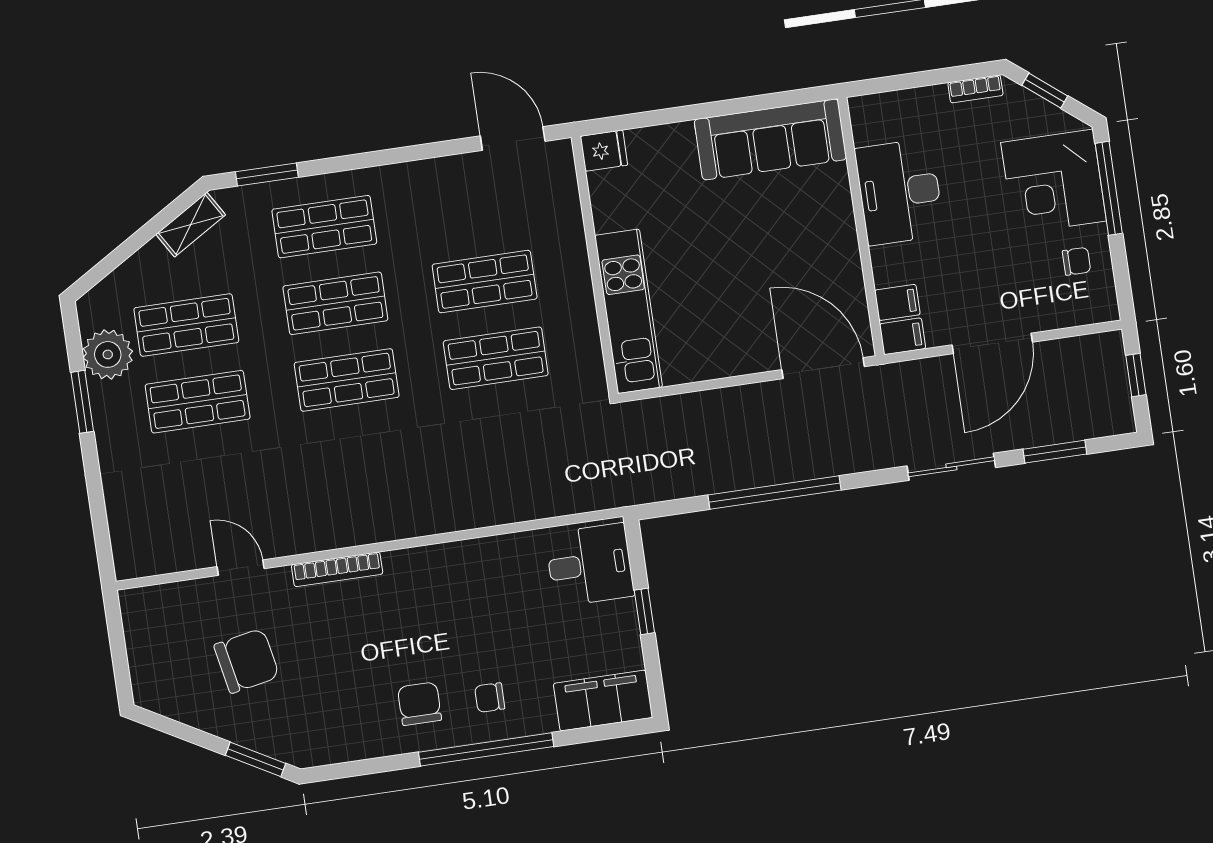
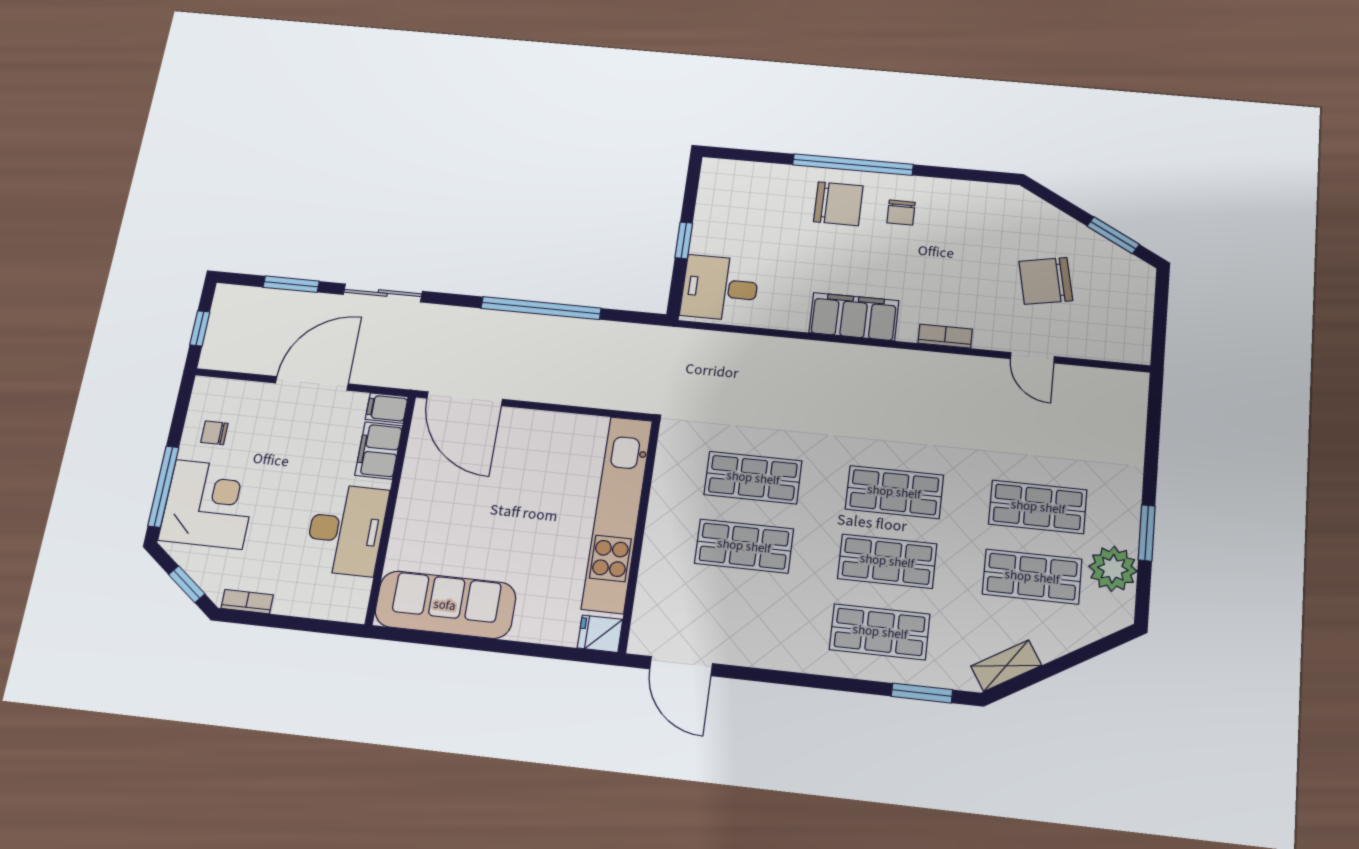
filing cabinet: (897, 302) -> (379, 450), width x2.00
kitchen unit: (629, 311) -> (617, 514), width x1.36
bookcase: (337, 569) -> (945, 336), width x0.64
chair: (490, 698) -> (838, 204), width x1.87, depth x1.87
filing cabinet: (603, 701) -> (854, 317), moved, turned 180
chair: (420, 704) -> (901, 213), width x0.73, depth x0.73
window: (256, 759) -> (1113, 235), moved

